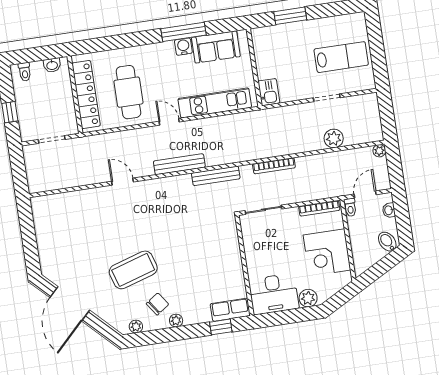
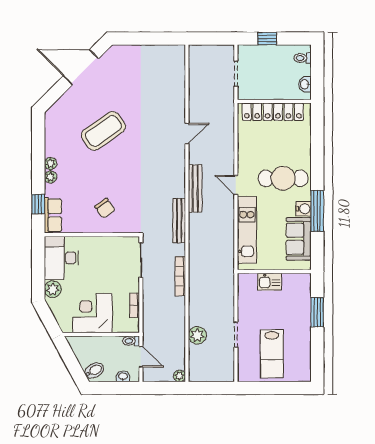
cafe table: (128, 92) -> (283, 178), moved
kitchen sink: (269, 92) -> (270, 282), moved
door: (169, 122) -> (236, 185), swing flipped
bookcase: (319, 208) -> (135, 305), width x0.64
coffee table: (133, 270) -> (103, 131), turned 72
chair: (158, 304) -> (105, 208), moved
plant: (136, 327) -> (51, 177), moved

